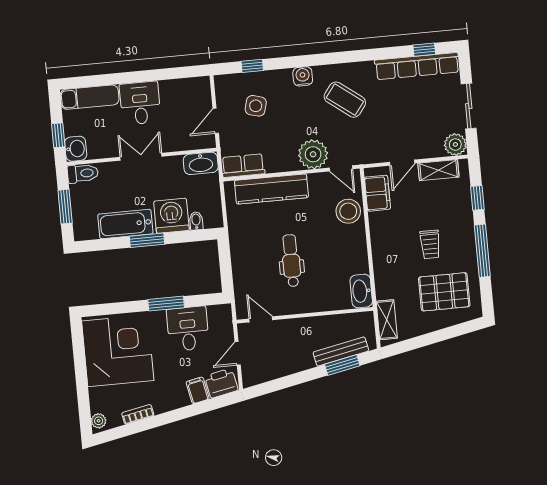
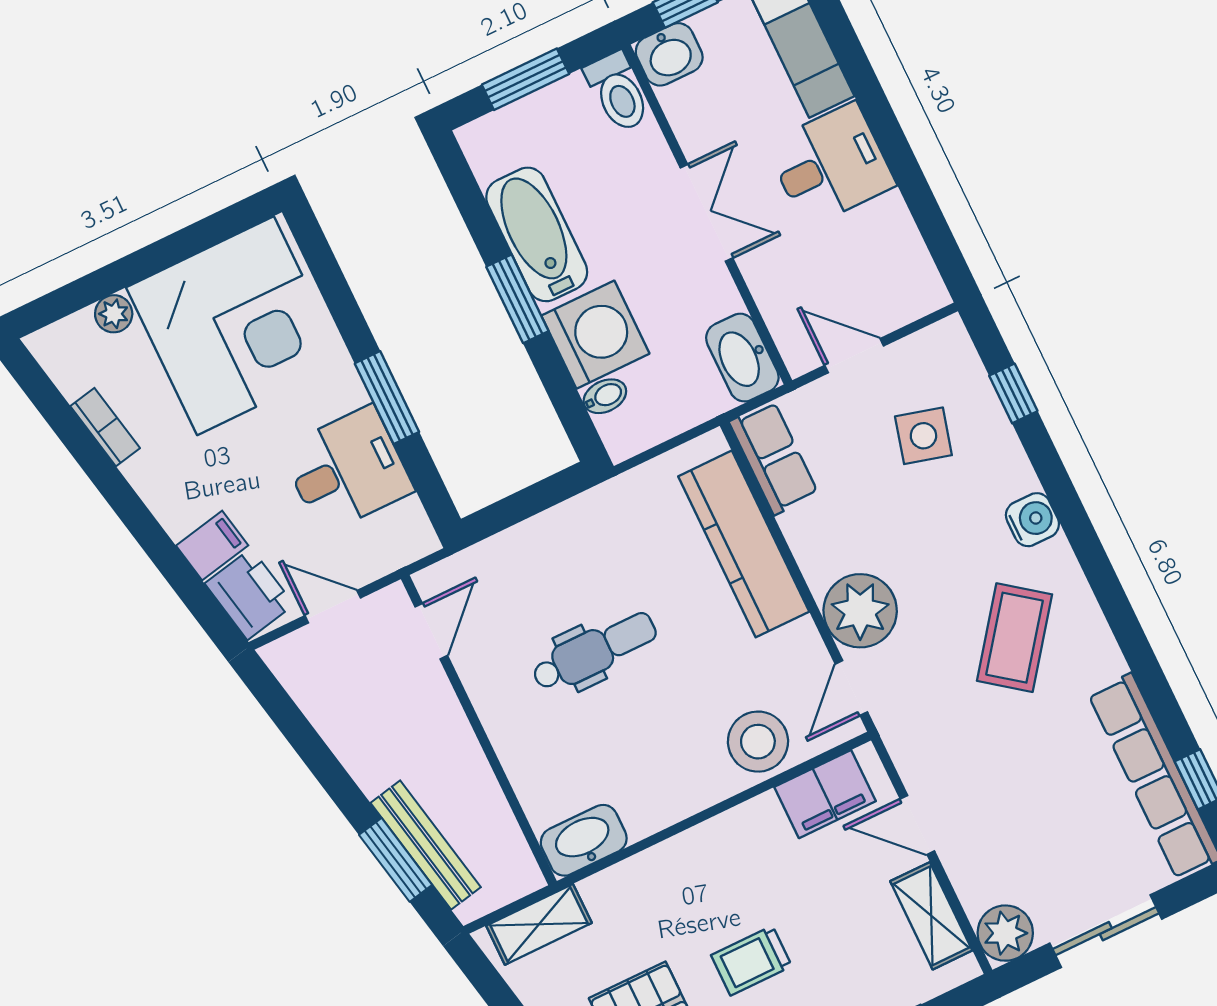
plant: (99, 421) -> (114, 314), moved

